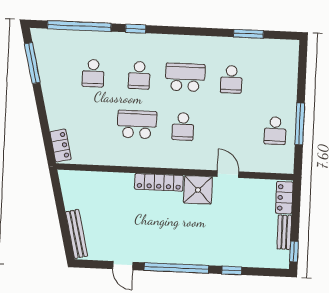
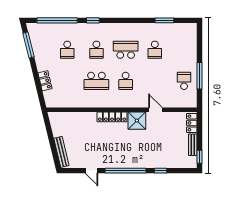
school desk: (137, 124) -> (96, 81), turned 180
school desk: (275, 131) -> (184, 81), turned 180
locker: (61, 146) -> (45, 81), moved

